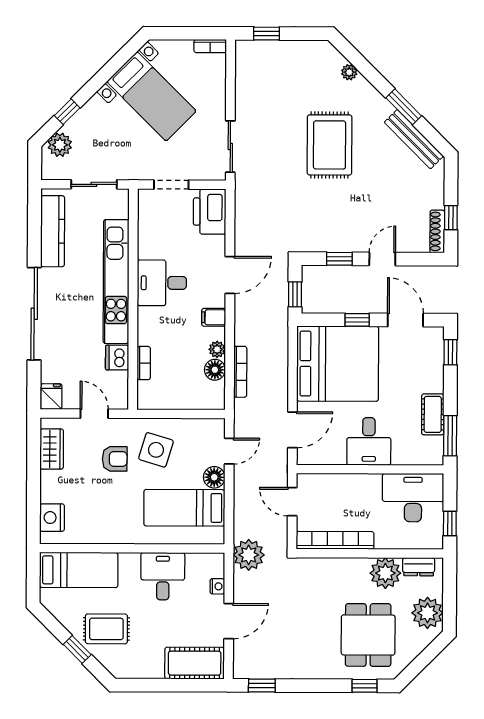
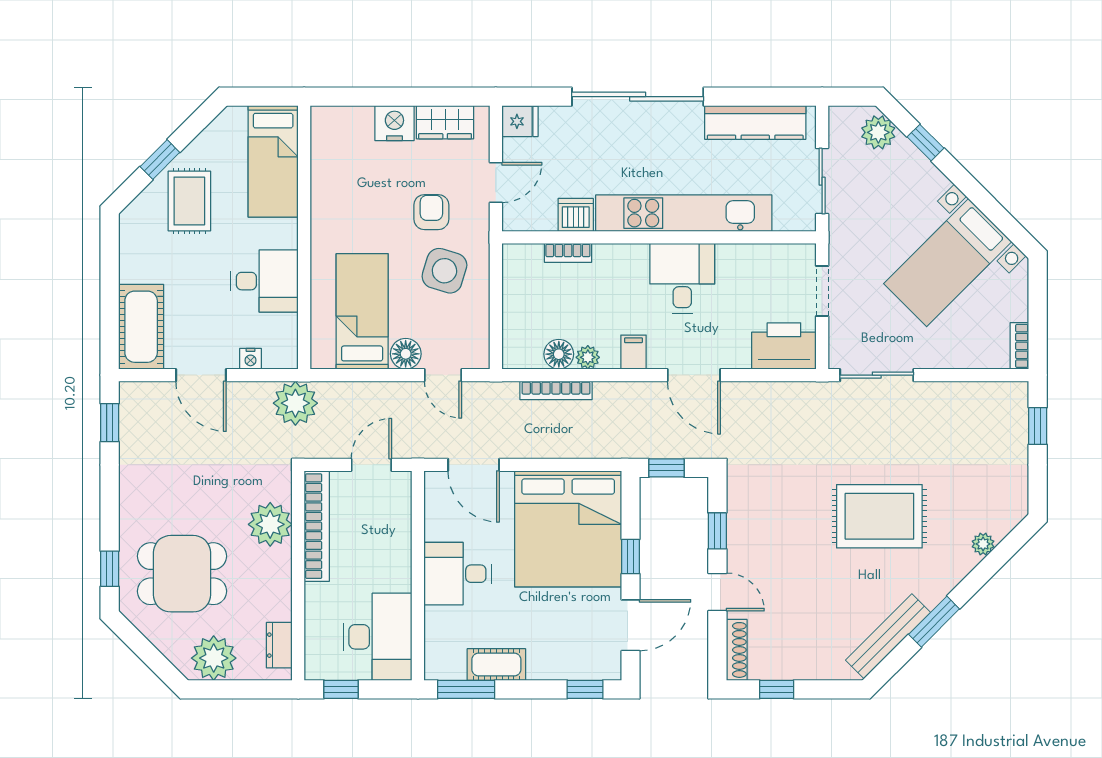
shoe rack: (437, 231) -> (737, 650), moved, turned 90
armchair: (115, 459) -> (431, 212), turned 180
nightstand: (52, 518) -> (394, 123), moved
plant: (385, 573) -> (270, 524), moved

